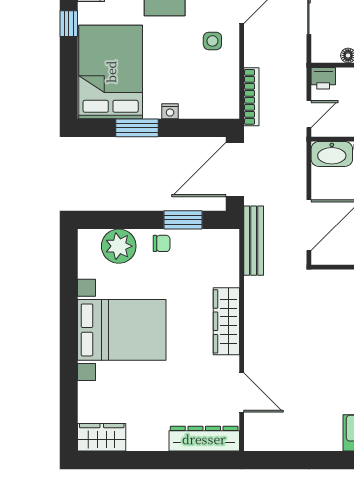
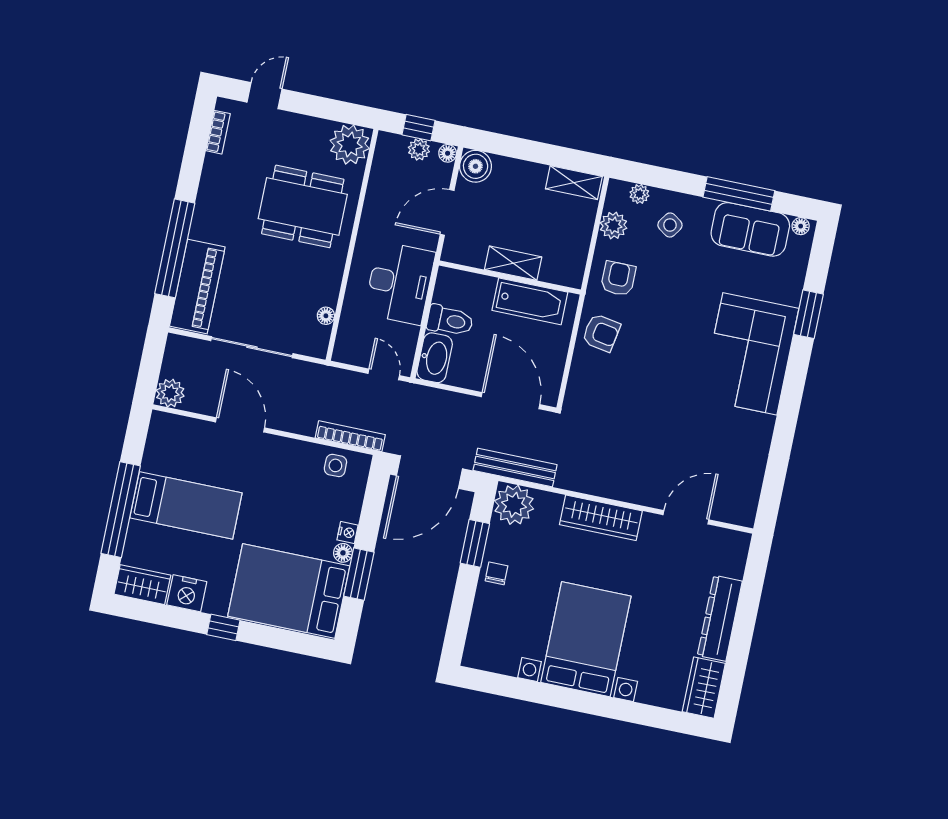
side table: (212, 41) -> (335, 465), moved
printer: (323, 78) -> (346, 350), removed
floor lamp: (152, 111) -> (343, 553), added
door: (235, 170) -> (429, 472), hinge flipped
plant: (119, 246) -> (514, 505), moved
dresser: (204, 439) -> (720, 618), moved

